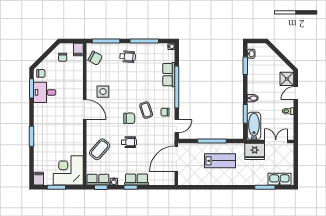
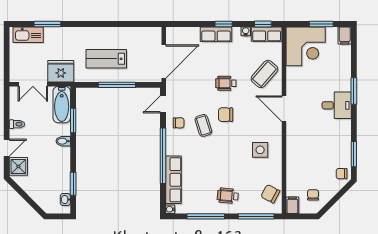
row of seats: (169, 75) -> (173, 180), width x1.48
desk: (45, 92) -> (337, 105), moved
door: (85, 109) -> (284, 109), moved

